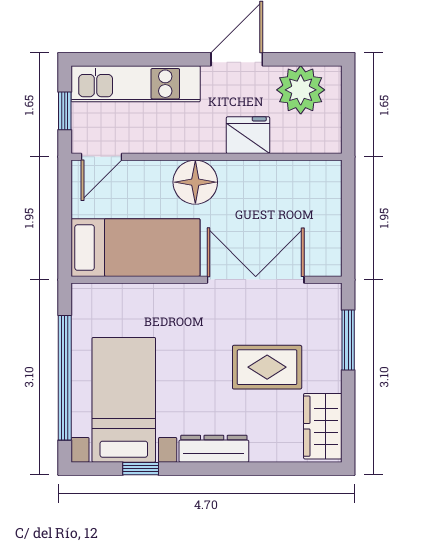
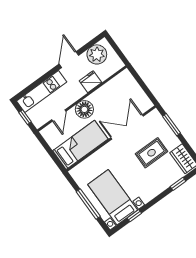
door: (101, 157) -> (59, 115), moved
window: (65, 378) -> (88, 204), width x0.68
dresser: (214, 449) -> (153, 192), removed
window: (275, 469) -> (178, 184), added

